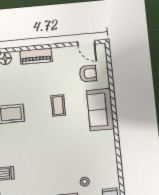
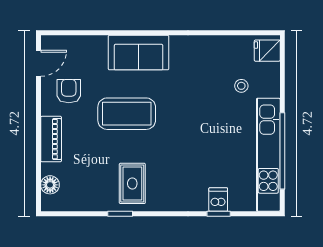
armchair: (88, 74) -> (69, 91), moved
coffee table: (58, 105) -> (127, 114), width x1.86, depth x1.72

